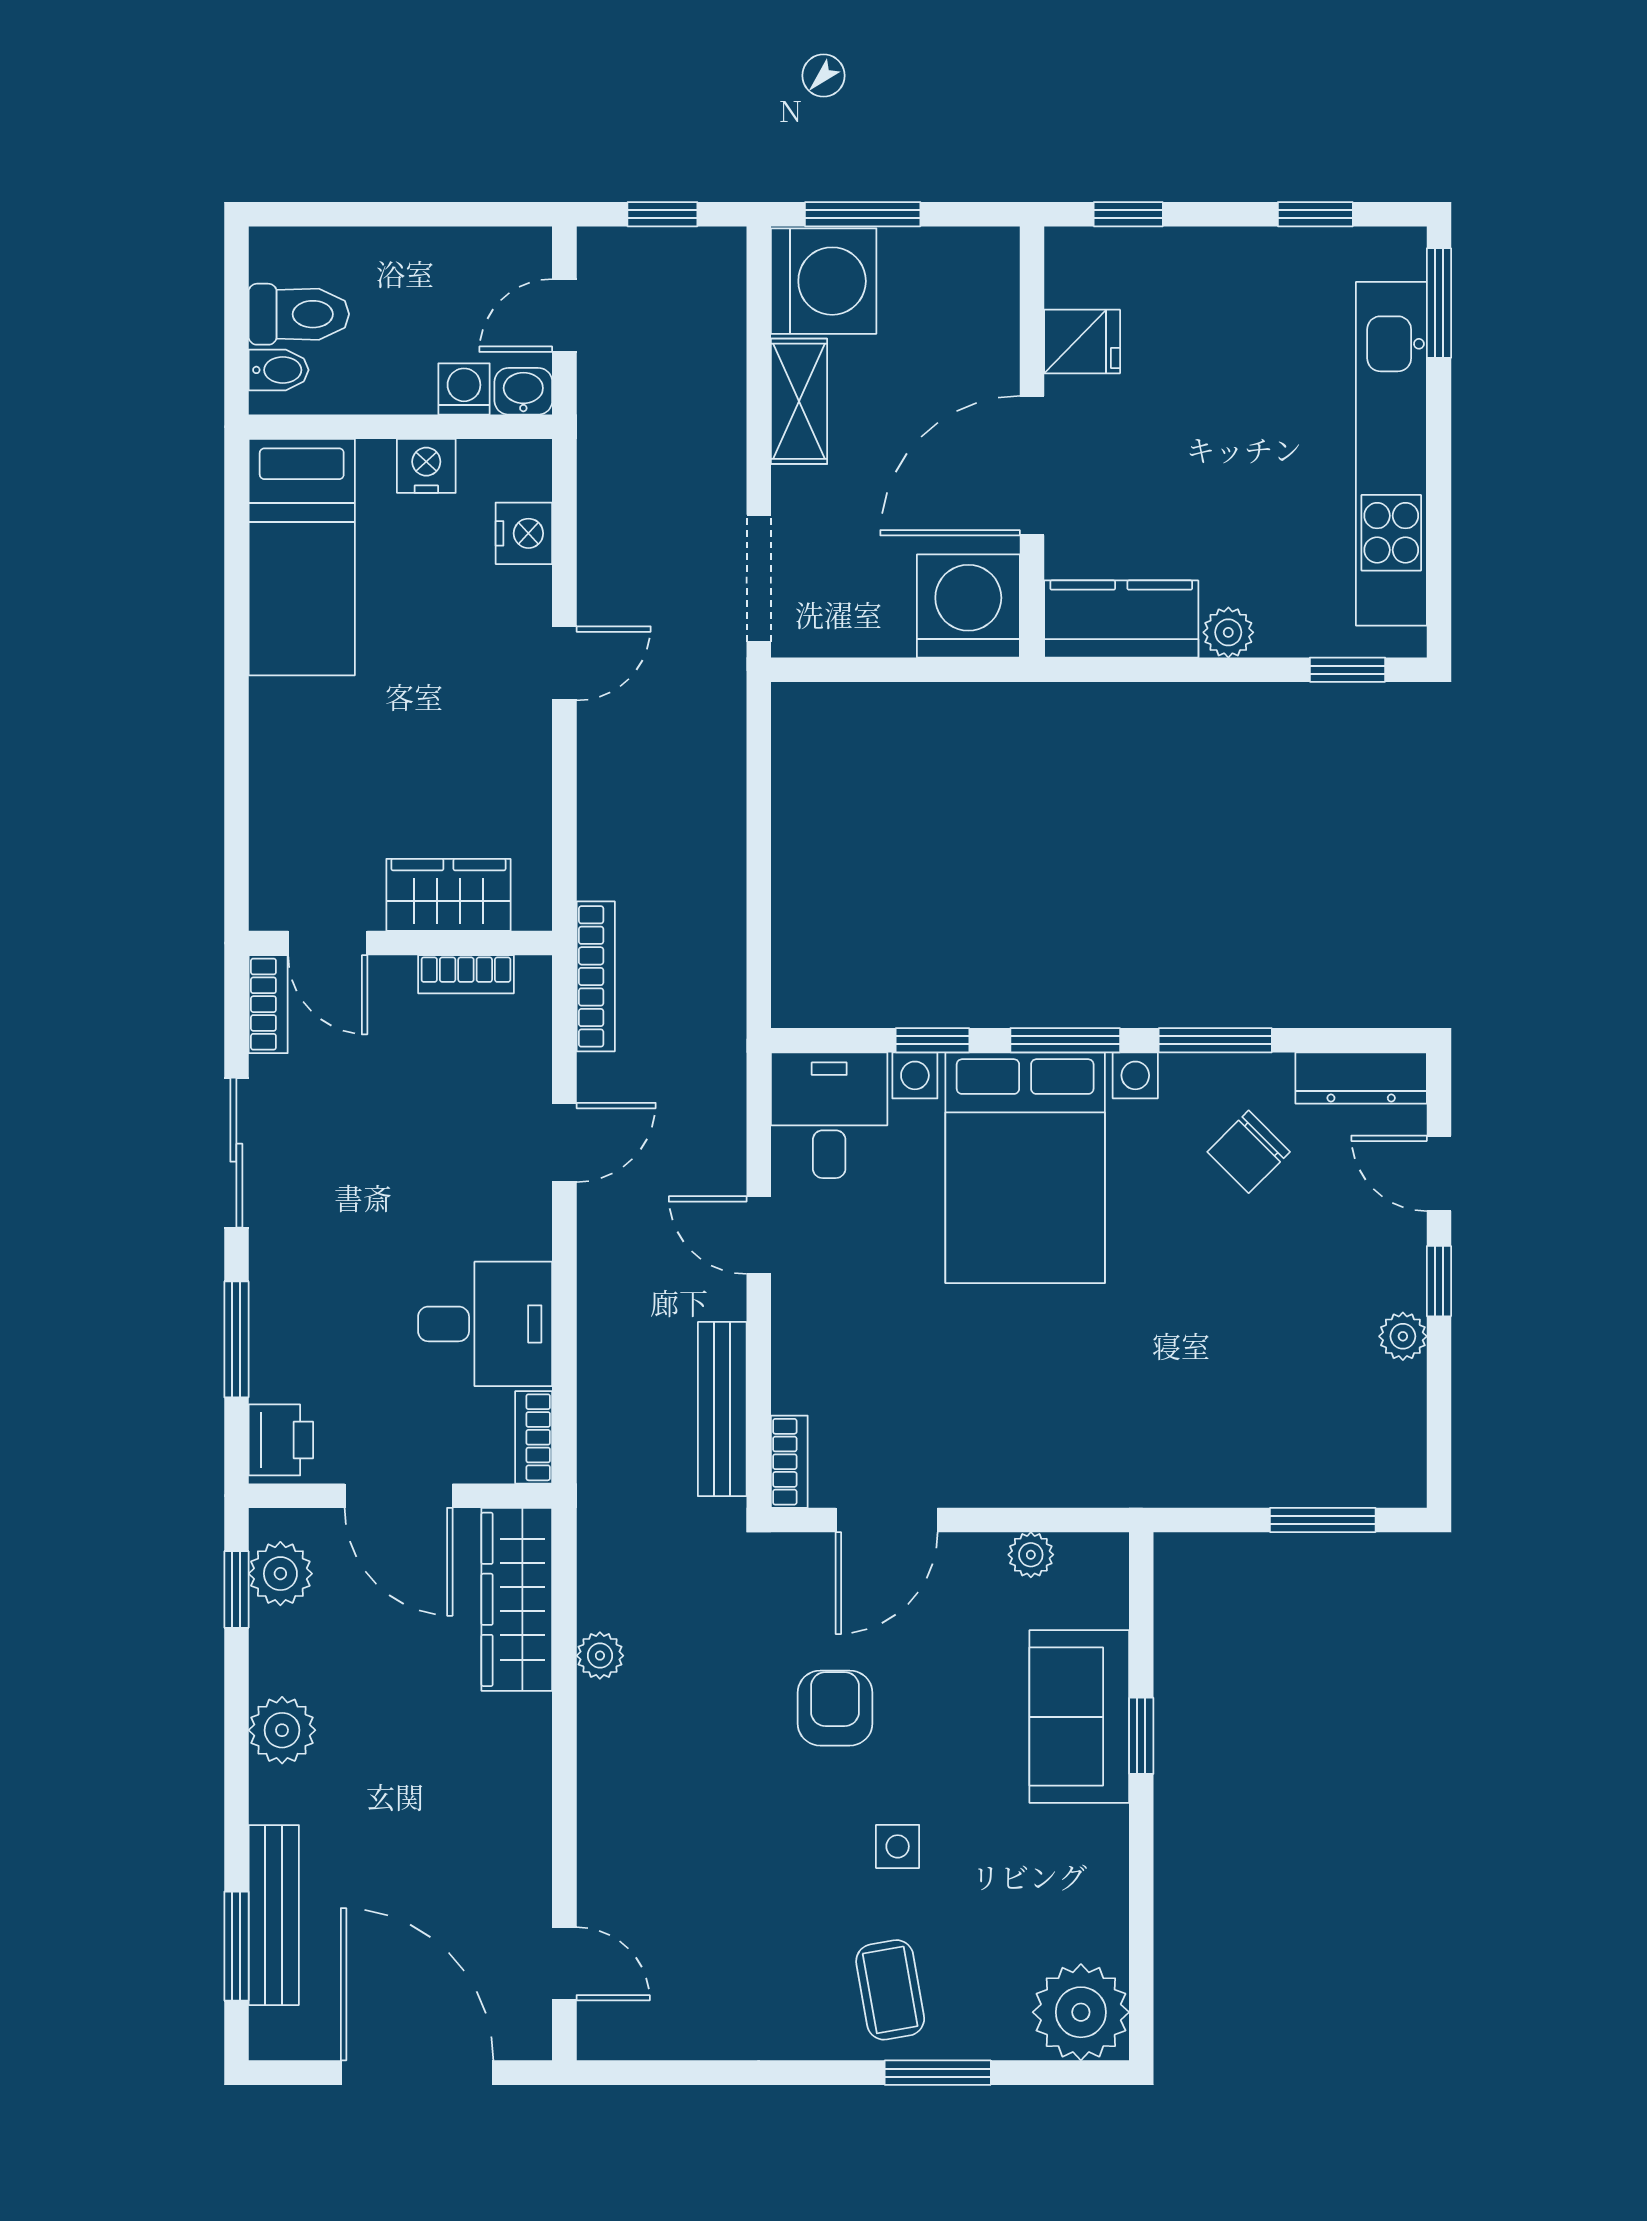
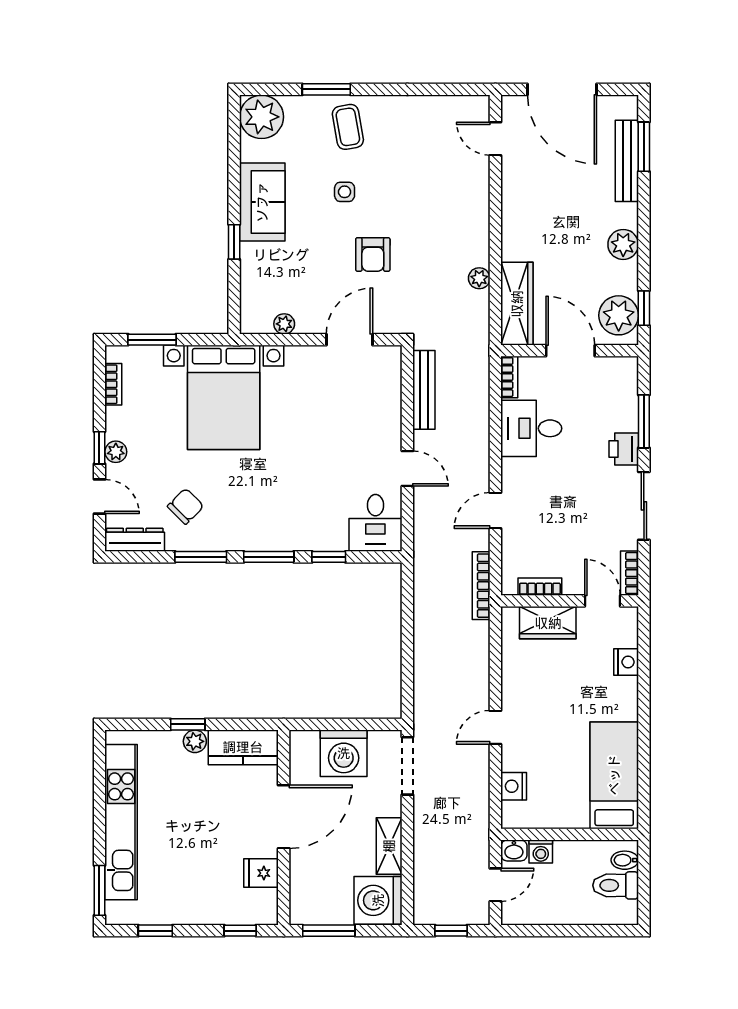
window: (863, 214) -> (329, 931), moved
nightstand: (426, 466) -> (626, 662), moved, turned -90
washing machine: (968, 606) -> (344, 753), moved
window: (1348, 670) -> (188, 724), moved
bed with nightstands: (1025, 1168) -> (224, 397), moved, turned 180
plant: (1403, 1336) -> (116, 452), moved
printer: (281, 1440) -> (624, 449), moved
bookcase: (789, 1462) -> (113, 384), moved, turned 180
plant: (280, 1574) -> (619, 315), width x1.36, depth x1.36
sofa: (1079, 1717) -> (262, 202), moved

